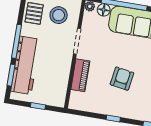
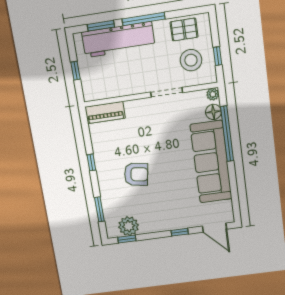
piano: (80, 75) -> (105, 112), moved
armchair: (122, 79) -> (136, 174), moved

